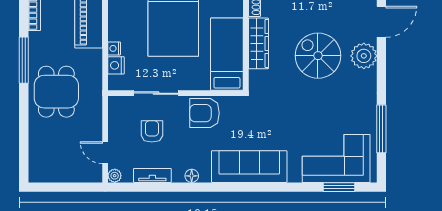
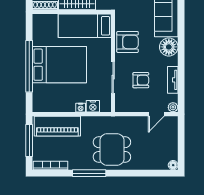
armchair: (205, 113) -> (128, 42), turned -90
armchair: (152, 131) -> (141, 80), turned 180
floor lamp: (35, 176) -> (173, 165), added
floor lamp: (192, 176) -> (169, 47), width x1.89, depth x1.89

